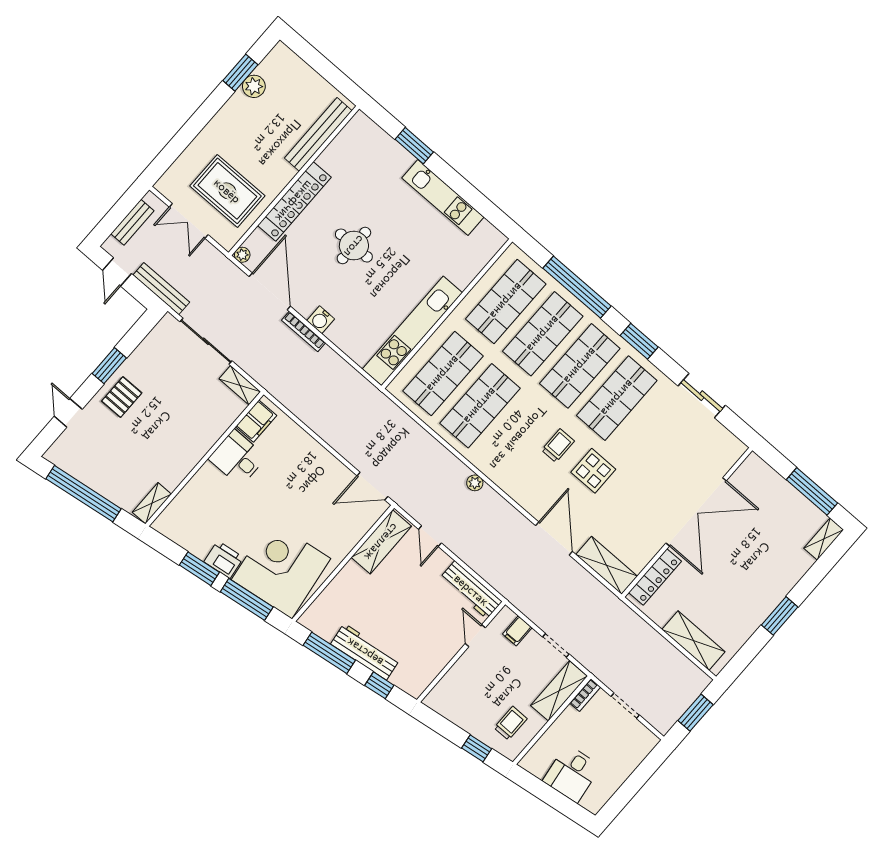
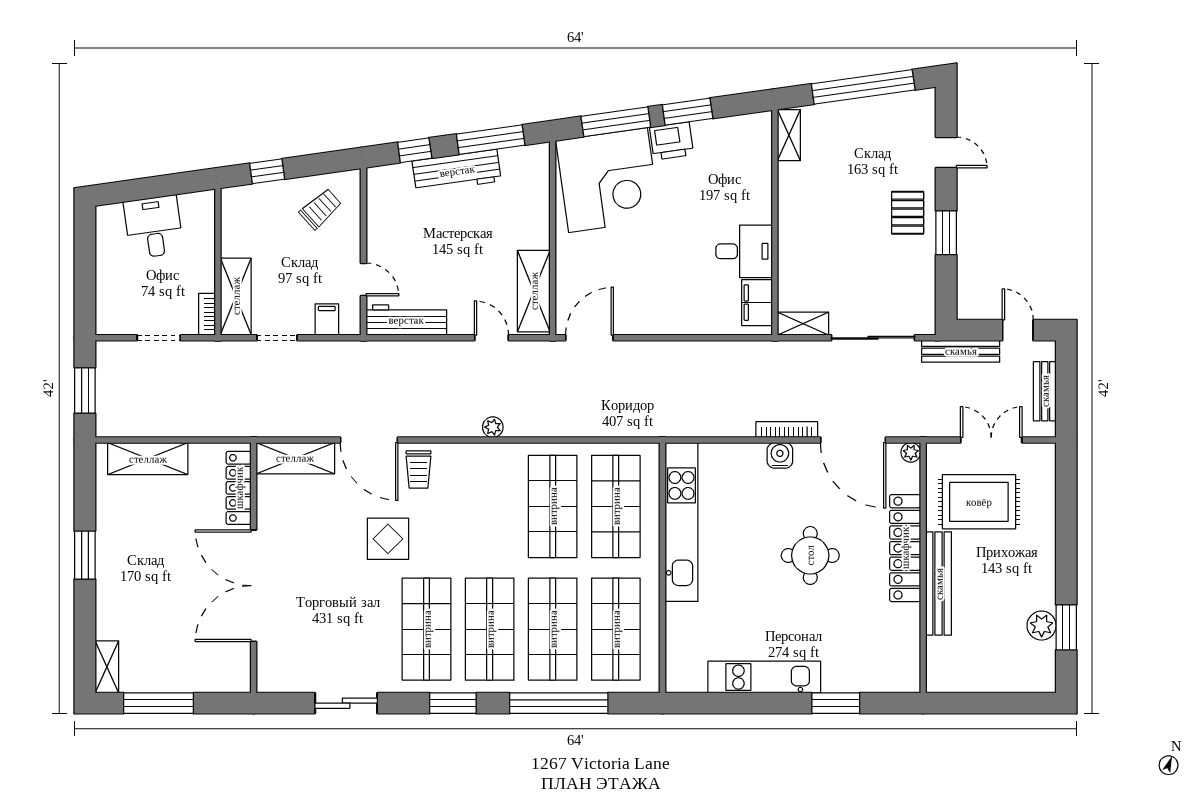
bench: (318, 134) -> (939, 584), moved
trolley: (558, 446) -> (419, 469), moved
trolley: (510, 723) -> (321, 209), moved, turned -132

